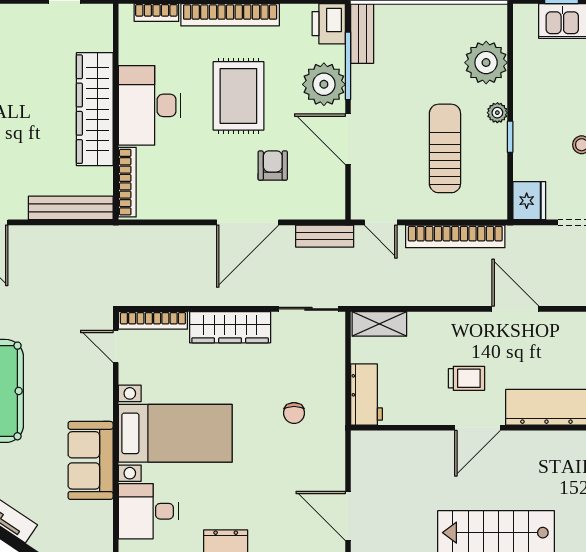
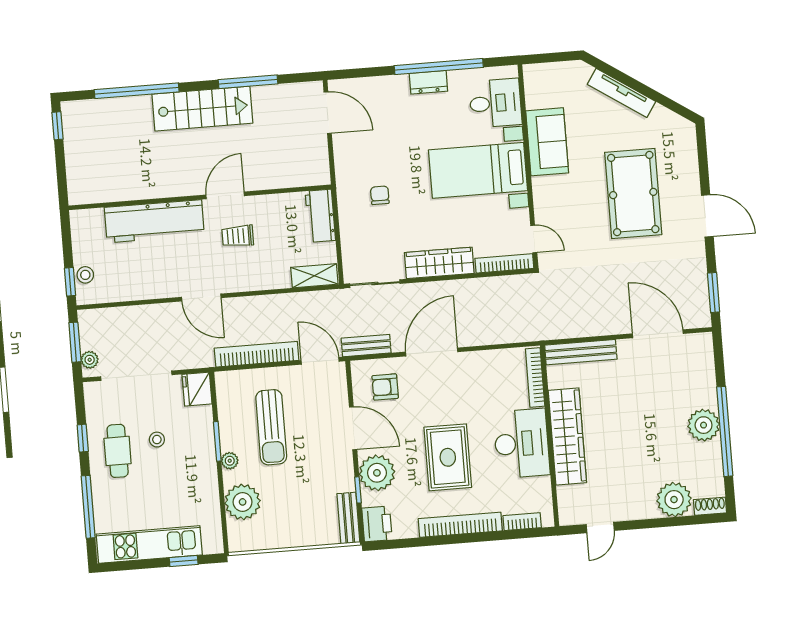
window: (348, 66) -> (358, 490), width x0.46
window: (510, 137) -> (217, 441), width x1.50
armchair: (273, 166) -> (385, 387), moved, turned 90
door: (381, 222) -> (320, 361), width x1.38

